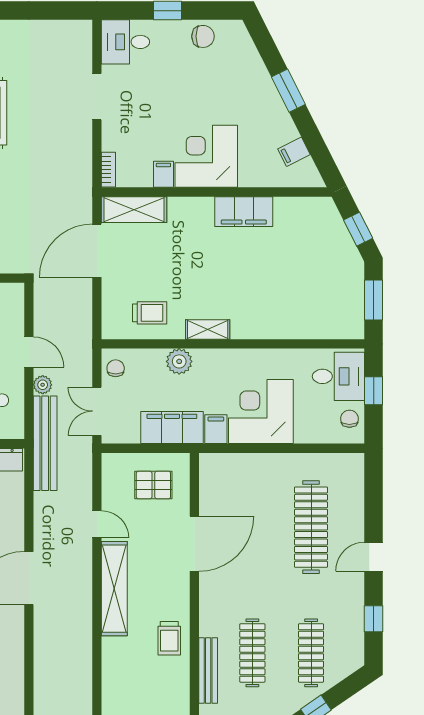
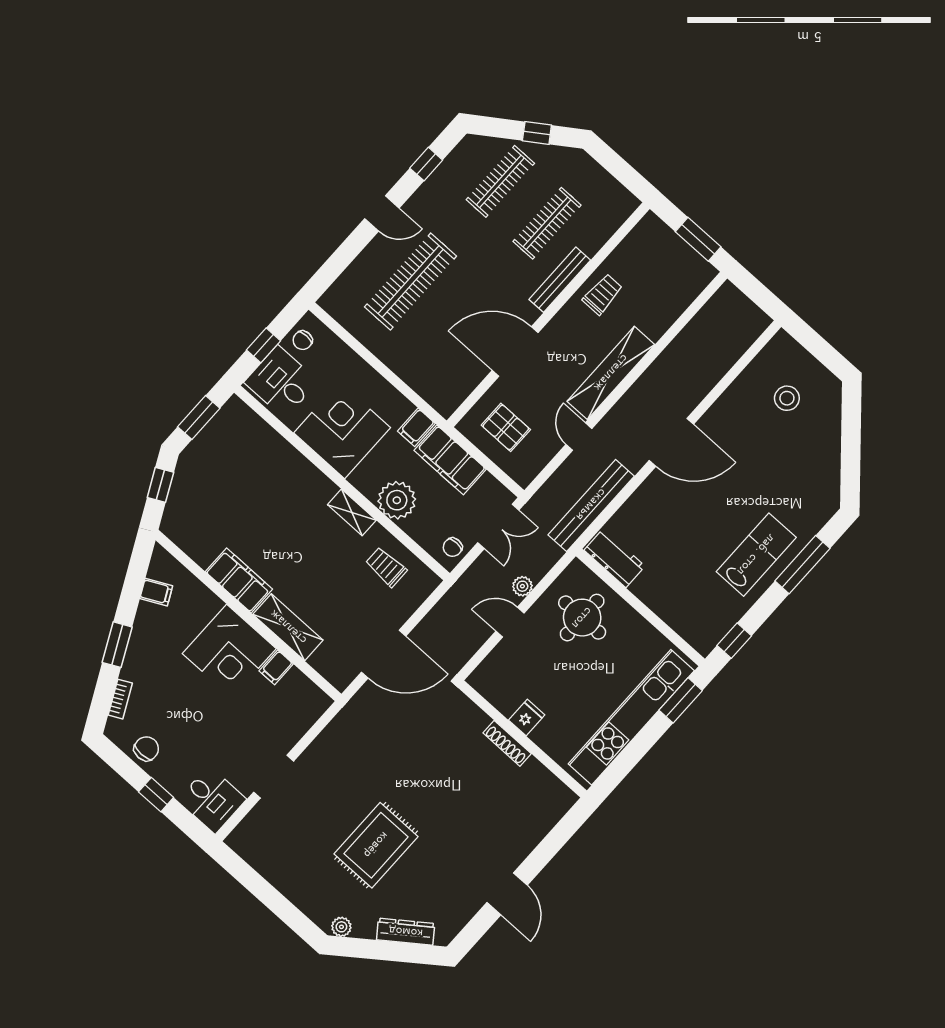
chair: (203, 36) -> (146, 749), turned 90
bookcase: (108, 170) -> (120, 699), moved, turned 153
shelving: (134, 210) -> (288, 627), moved
door: (29, 352) -> (510, 622), hinge flipped
plant: (179, 361) -> (397, 500), width x1.36, depth x1.36
corner desk: (261, 412) -> (342, 430), moved, turned 180
bench: (45, 443) -> (591, 505), moved
bench: (208, 670) -> (560, 280), moved

